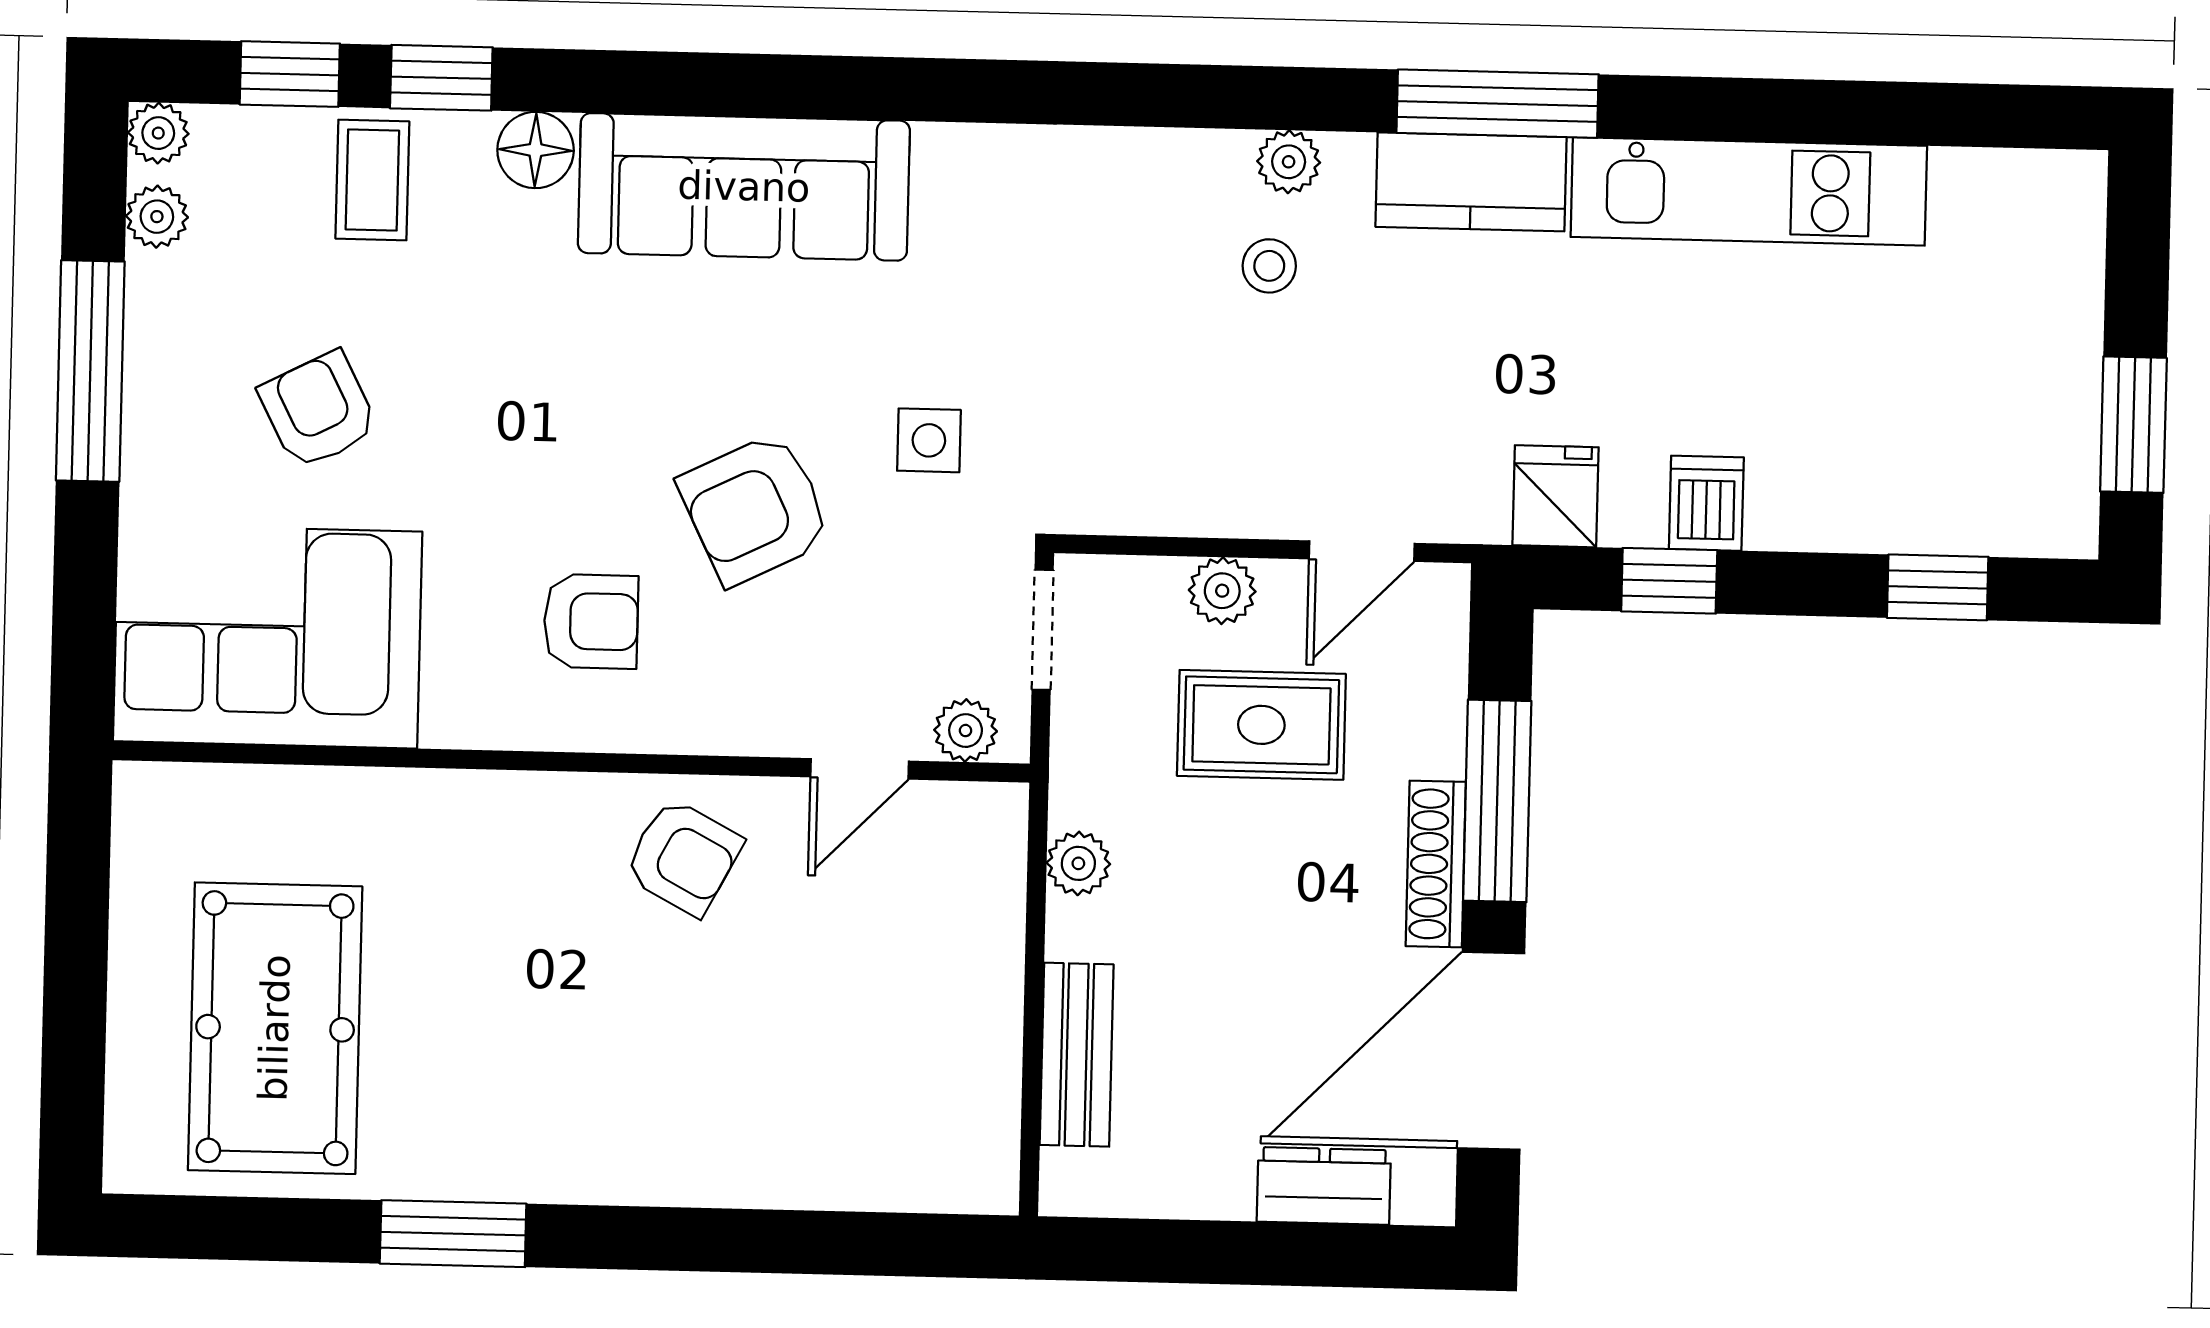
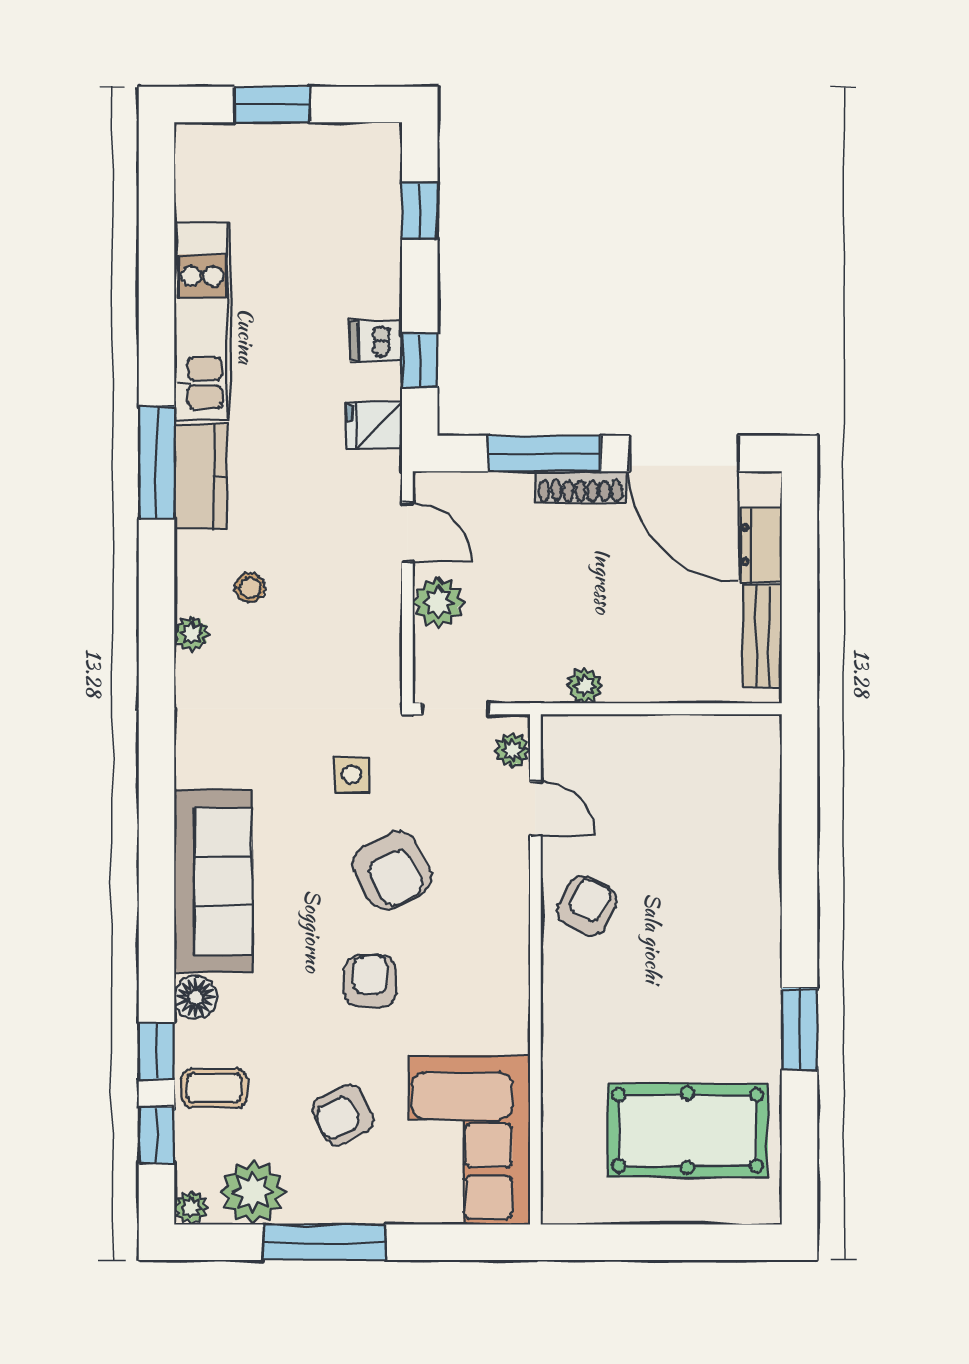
plant: (1289, 162) -> (192, 634), moved
plant: (157, 217) -> (253, 1192), width x1.87, depth x1.87
window: (2133, 425) -> (272, 104), moved
plant: (1222, 591) -> (438, 602), width x1.38, depth x1.38
armchair: (591, 621) -> (370, 981), moved
rug: (1261, 725) -> (505, 586), removed
bench: (1077, 1055) -> (763, 636), moved, turned 90

